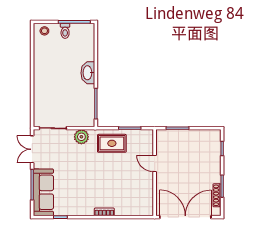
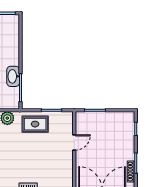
washbasin: (88, 73) -> (13, 76), moved
door: (155, 163) -> (74, 142), swing flipped

